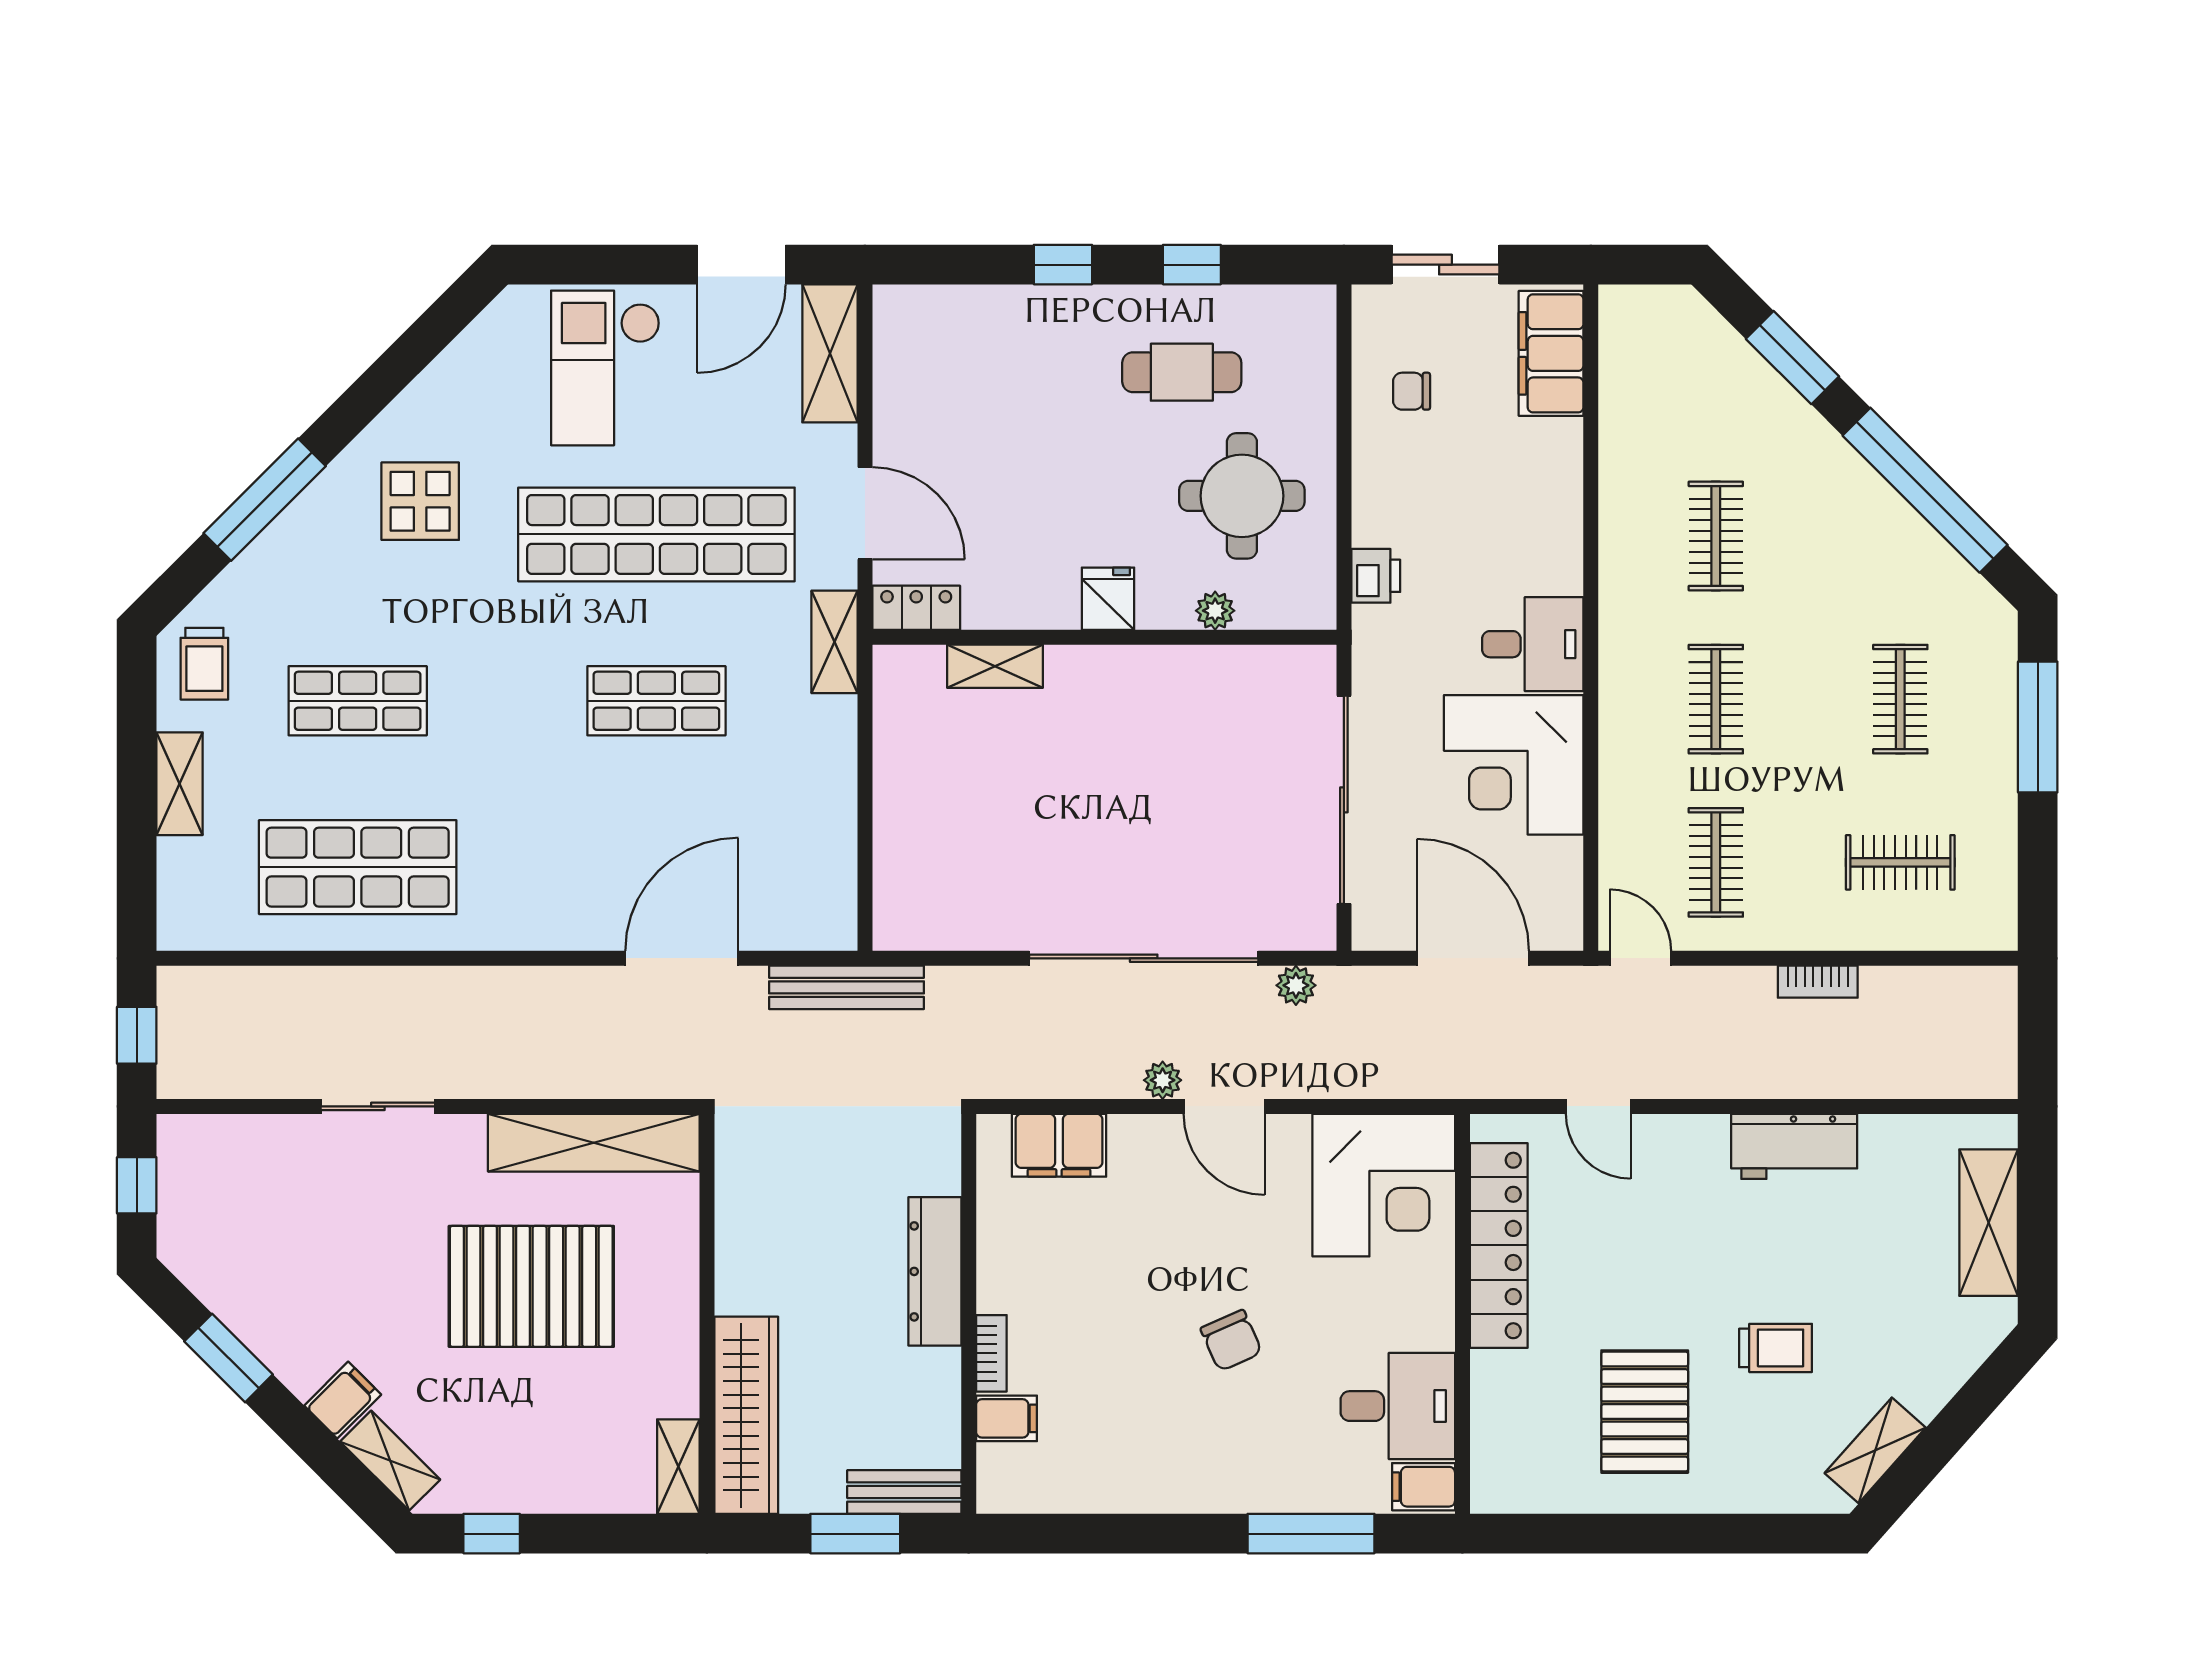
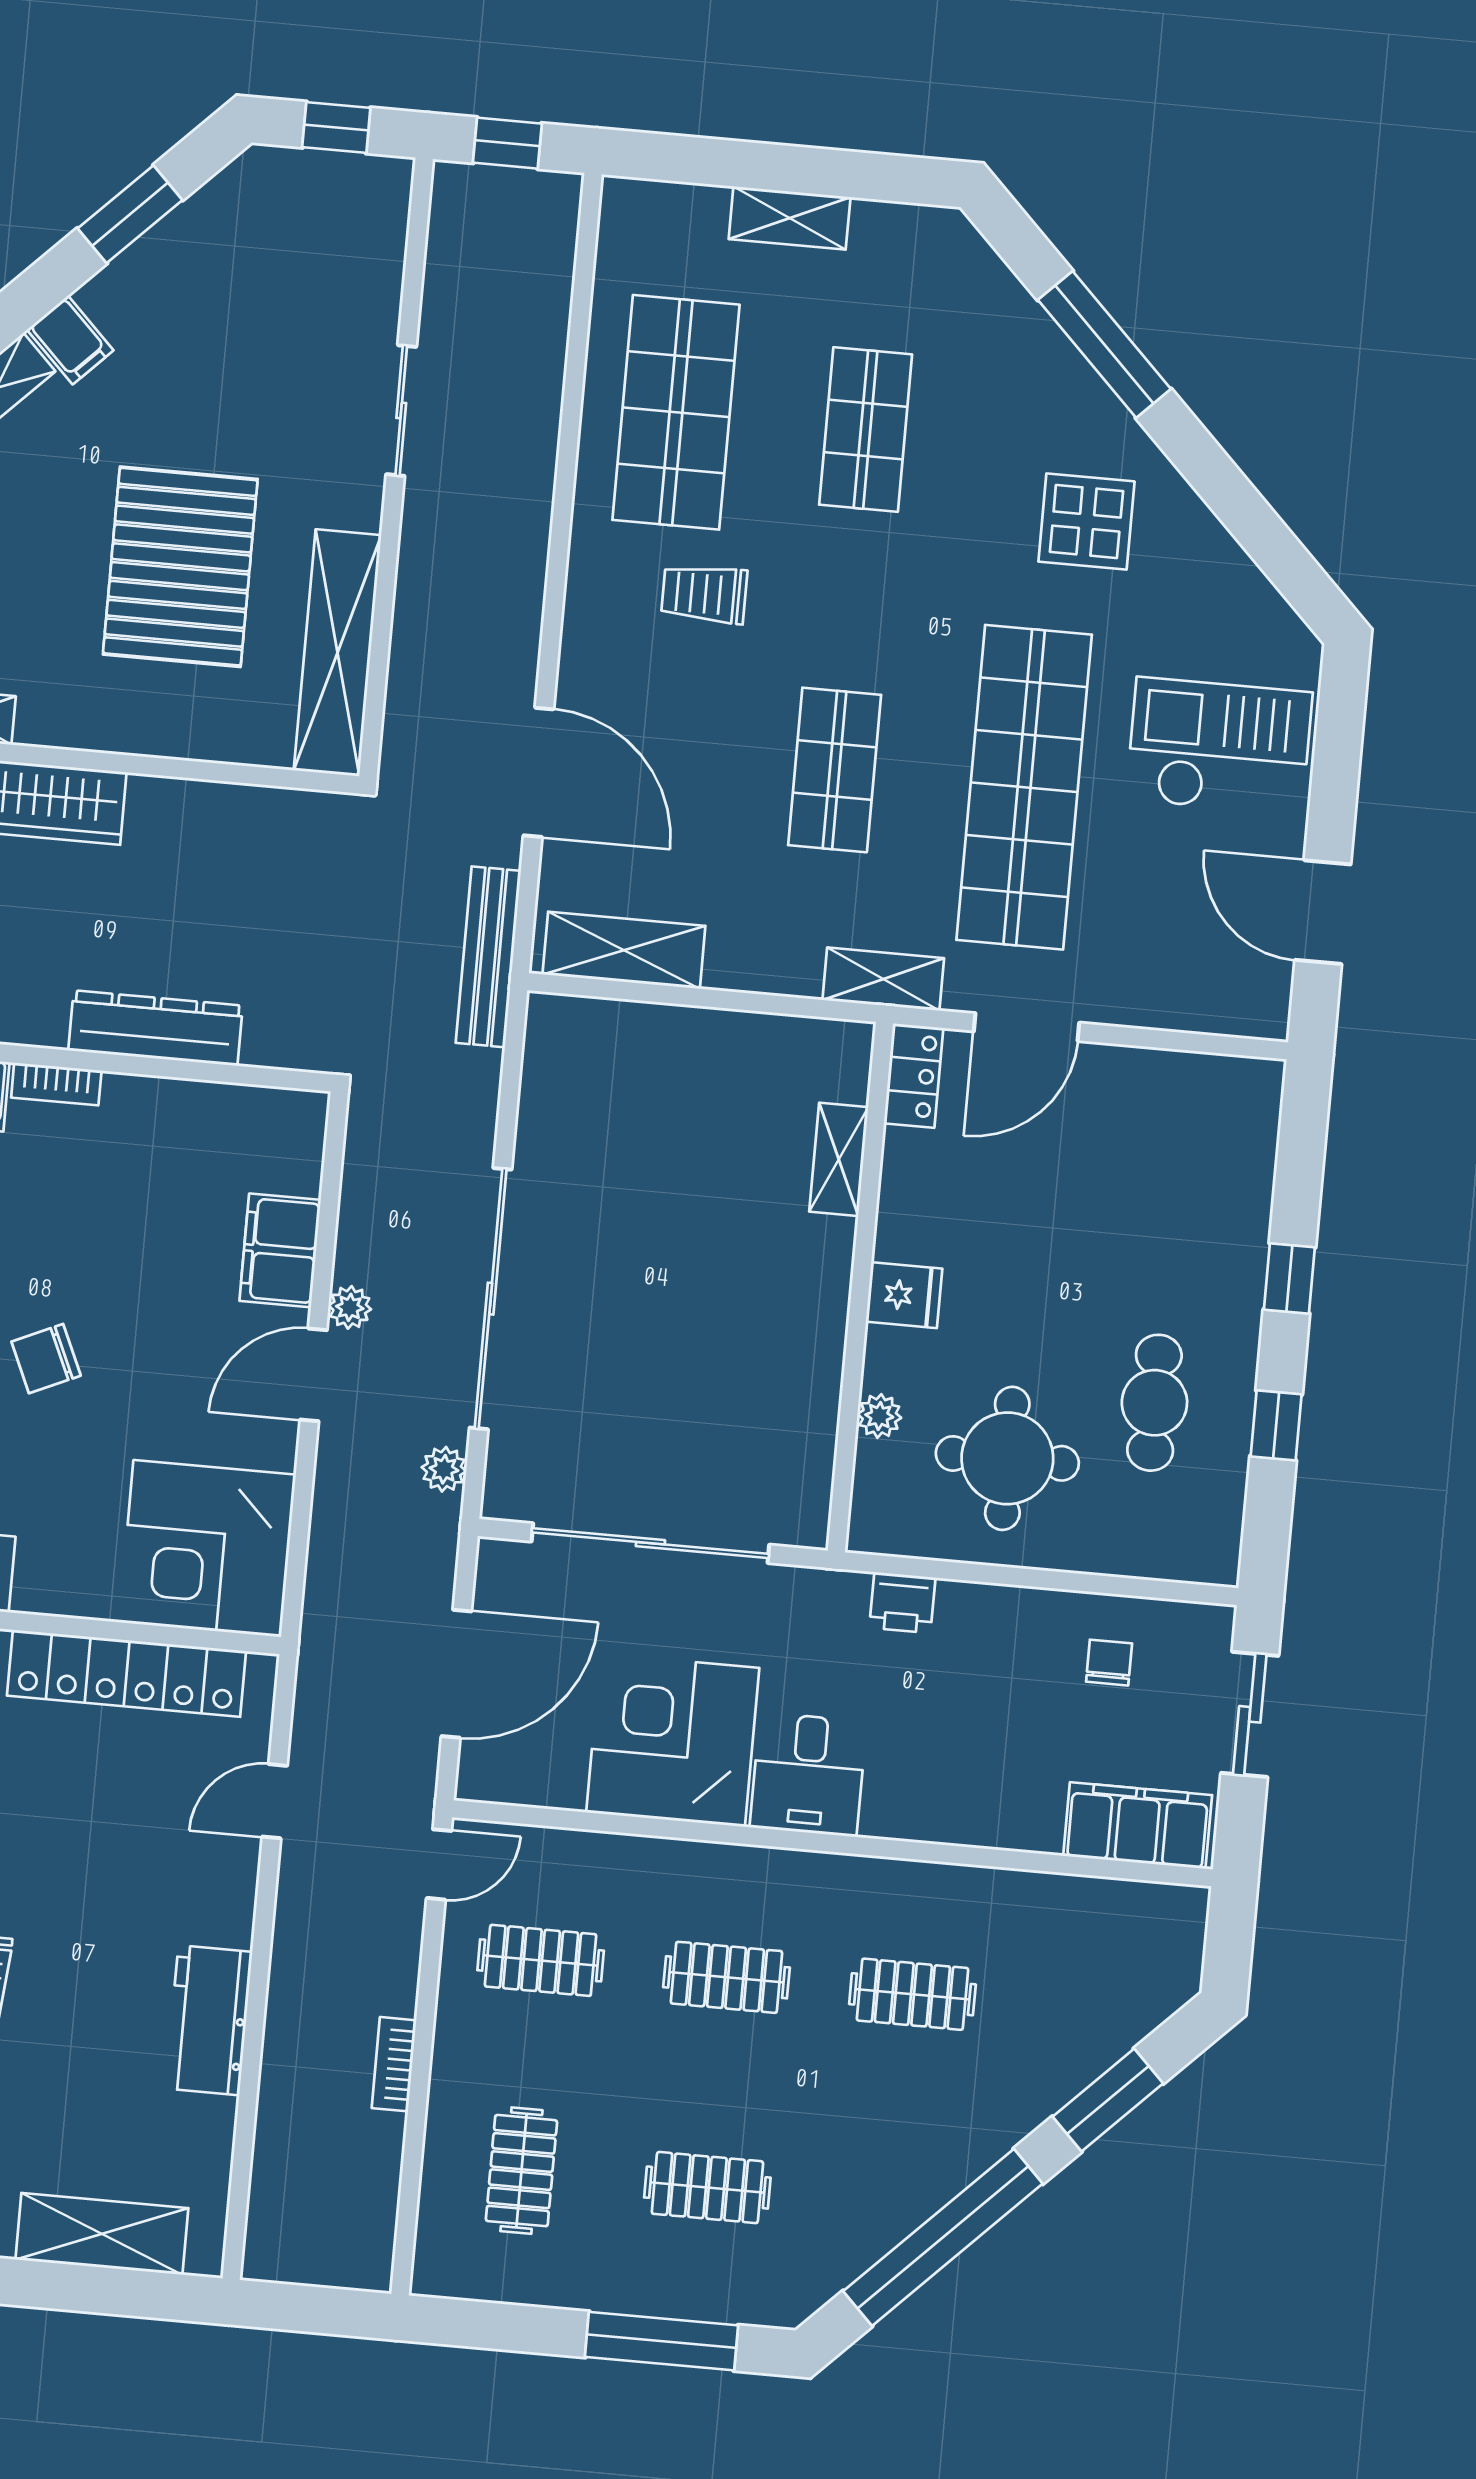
shelving: (830, 353) -> (624, 950), moved
trolley: (204, 664) -> (704, 594), moved
filing cabinet: (1059, 1145) -> (280, 1250), moved

